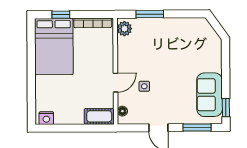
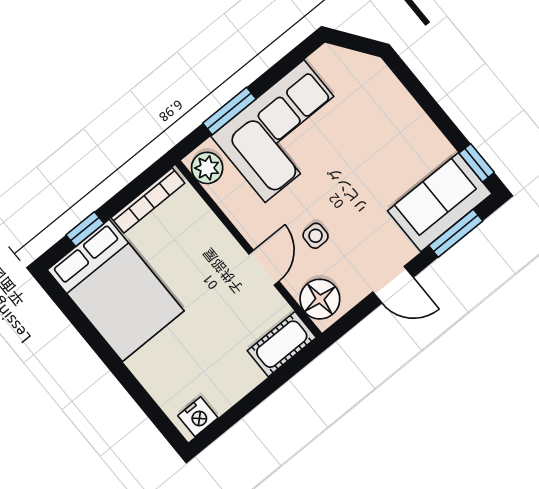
corner sofa: (164, 38) -> (285, 131), added
sofa: (210, 95) -> (440, 202), moved, turned 90
floor lamp: (122, 111) -> (320, 299), width x1.89, depth x1.89

